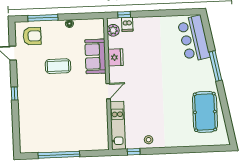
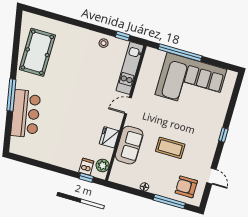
bar counter: (194, 39) -> (26, 114), moved
corner sofa: (59, 131) -> (191, 82), added
window: (59, 155) -> (180, 53), moved

